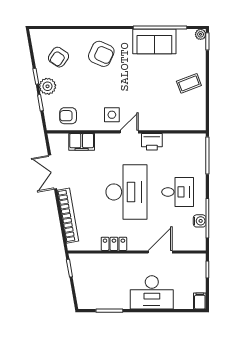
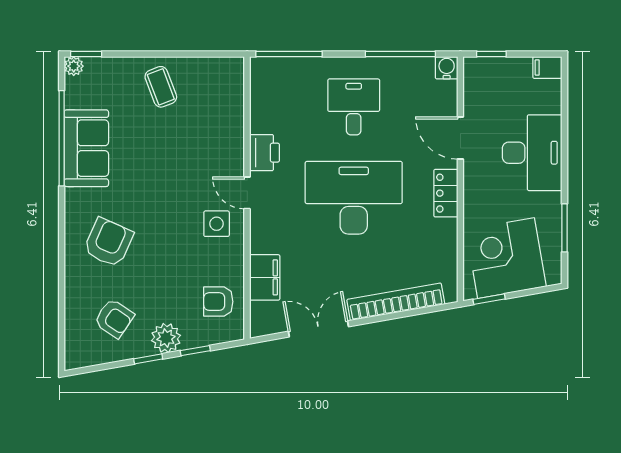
armchair: (68, 116) -> (218, 302), turned 90
double door: (53, 172) -> (318, 329), swing flipped
water cooler: (200, 221) -> (447, 68), moved
locker: (114, 244) -> (446, 193), moved
corner desk: (92, 278) -> (506, 258), added

